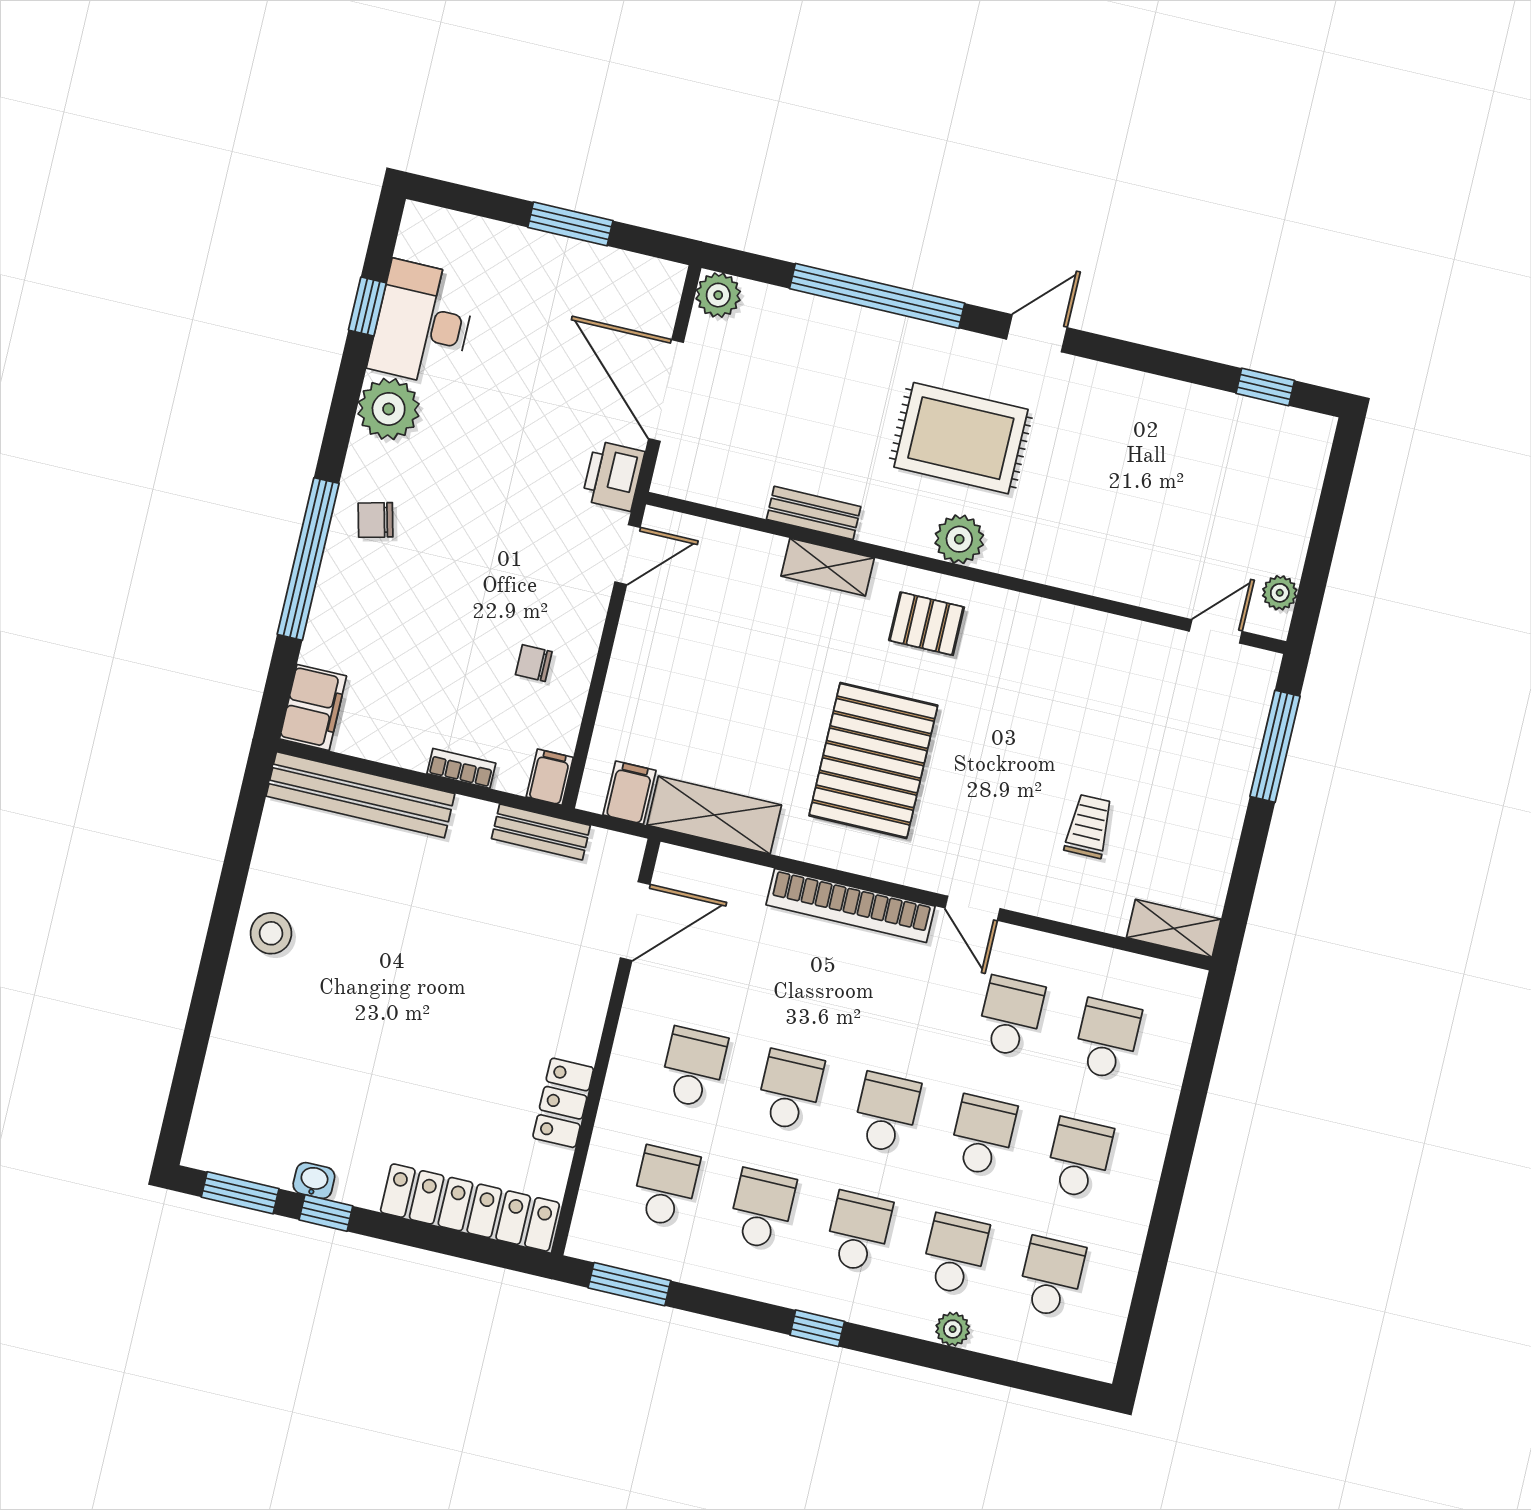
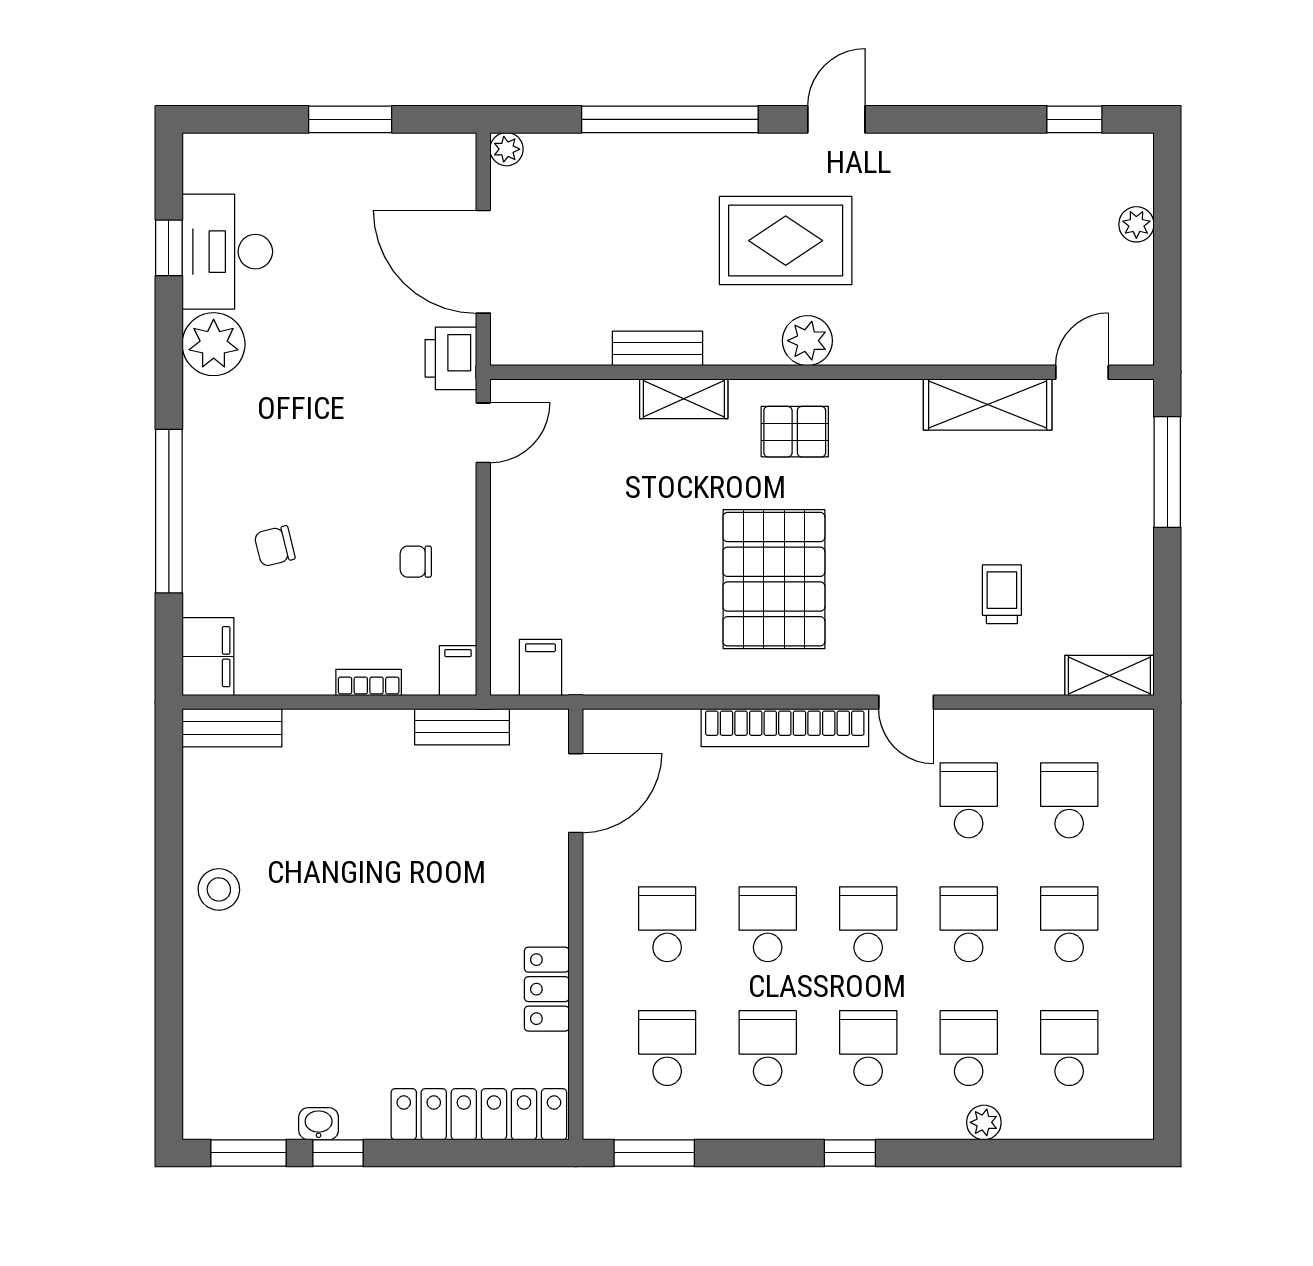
plant: (718, 295) -> (507, 149), width x0.73, depth x0.73
chair: (376, 520) -> (275, 546), moved
plant: (1280, 593) -> (1136, 224), moved
bench: (360, 795) -> (232, 728), width x0.54, depth x0.82
shelving: (714, 815) -> (988, 405), moved

